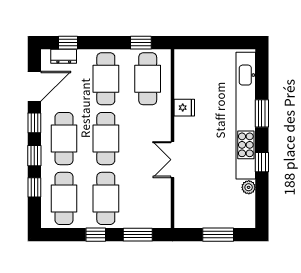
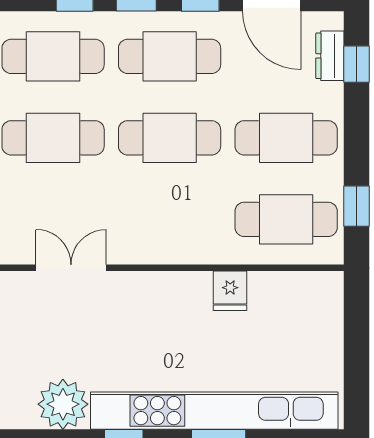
double door: (173, 160) -> (71, 268), moved
plant: (249, 187) -> (63, 404), width x1.88, depth x1.88

